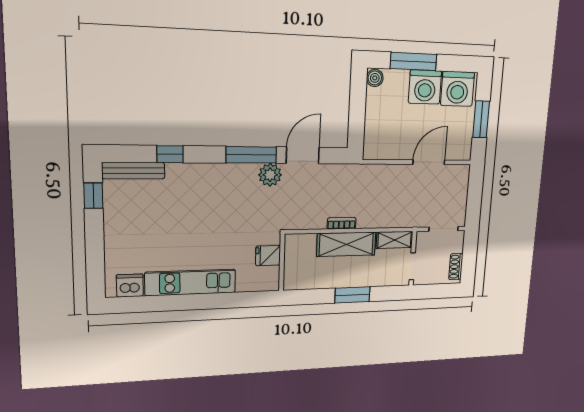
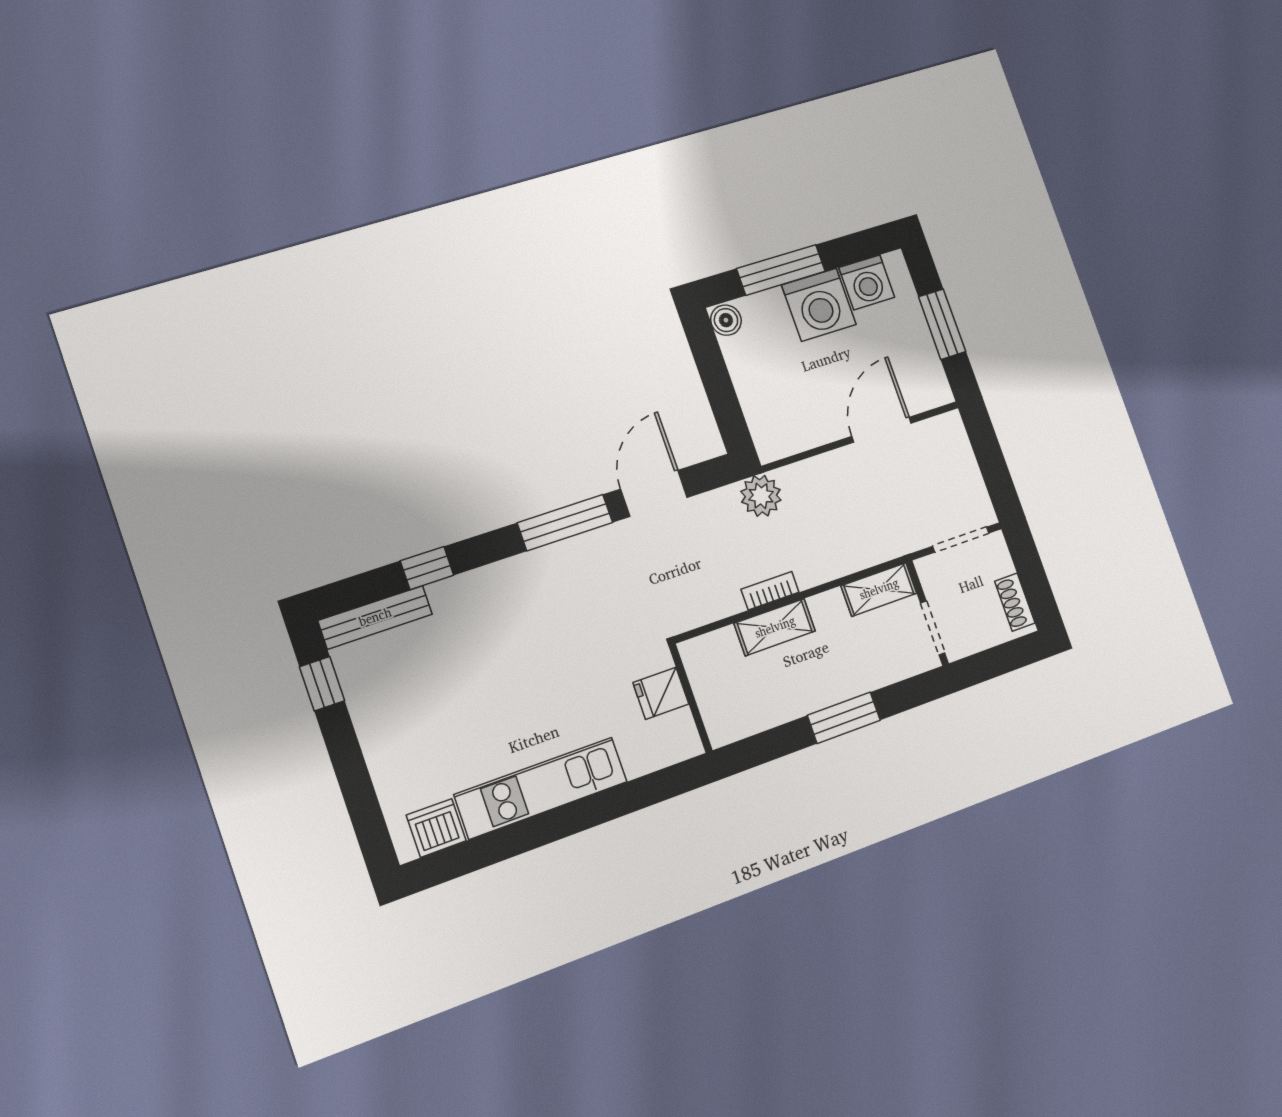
washing machine: (458, 89) -> (867, 282), width x0.73, depth x0.73
plant: (270, 175) -> (761, 496), moved
shelving: (346, 244) -> (775, 627), width x0.67, depth x0.75

